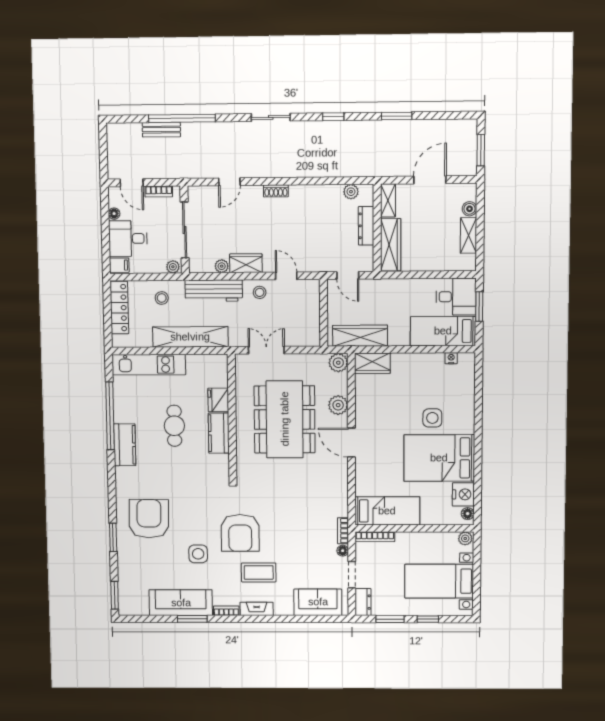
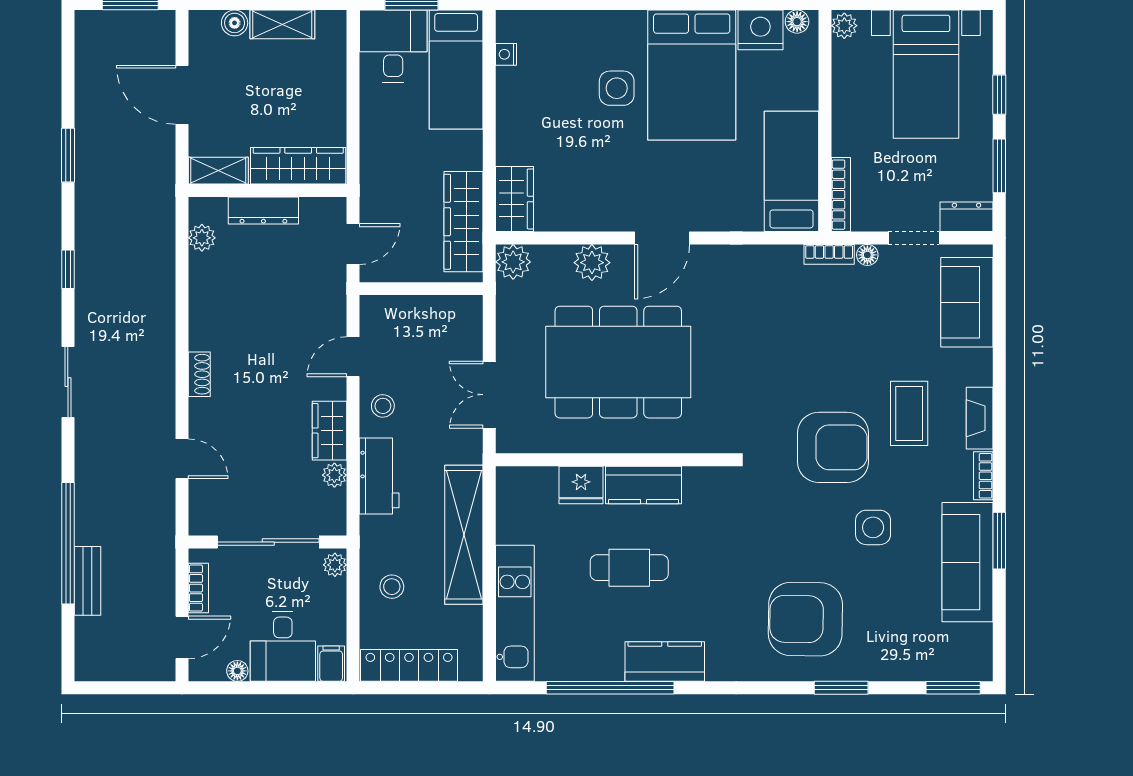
workbench: (214, 291) -> (379, 476), width x0.73

